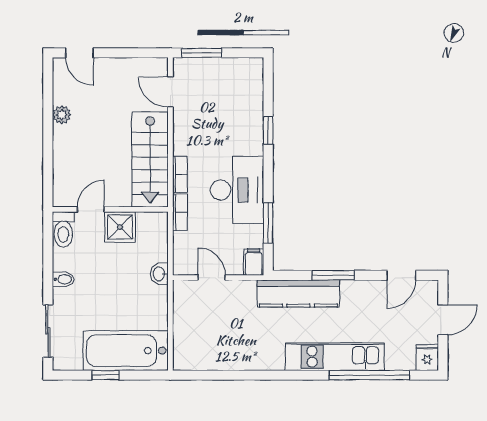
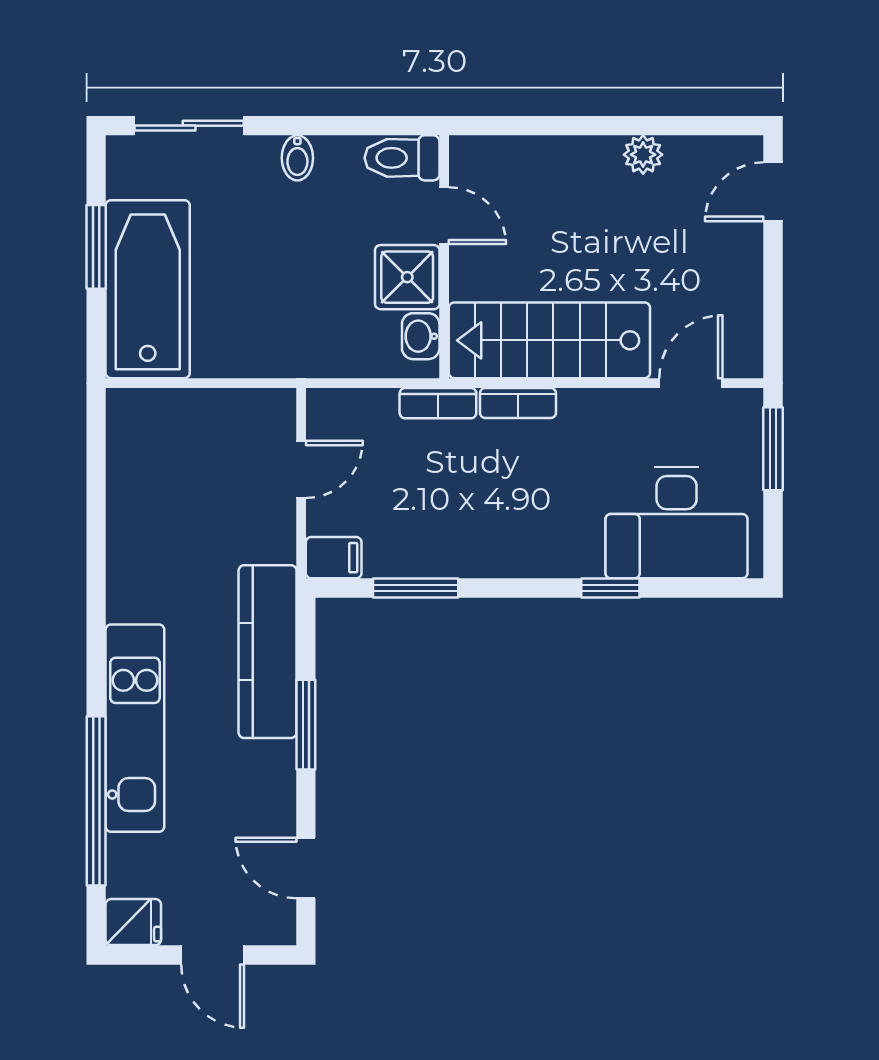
desk: (237, 190) -> (677, 523), moved
washbasin: (159, 274) -> (421, 336), moved, turned -90
window: (106, 375) -> (96, 247), width x1.50

